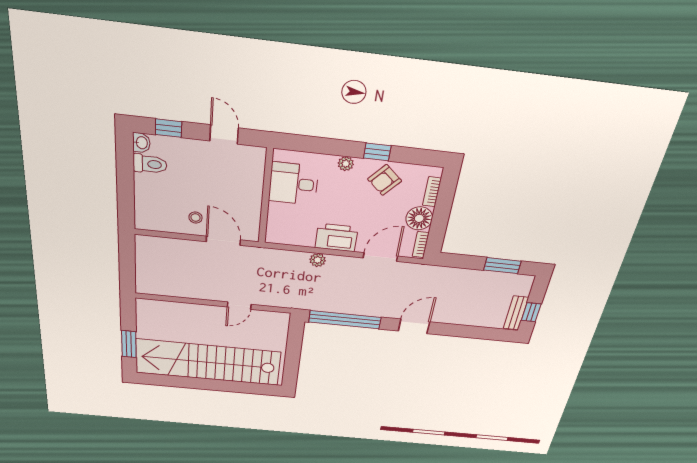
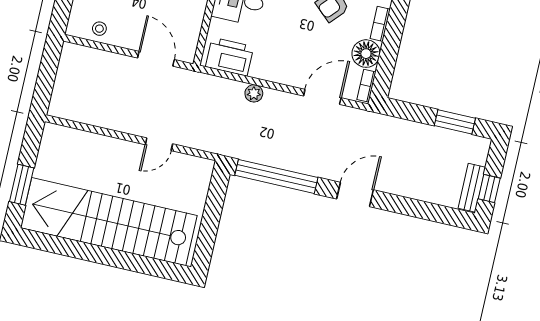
stool: (196, 218) -> (99, 29), moved
printer: (336, 238) -> (230, 57), moved

